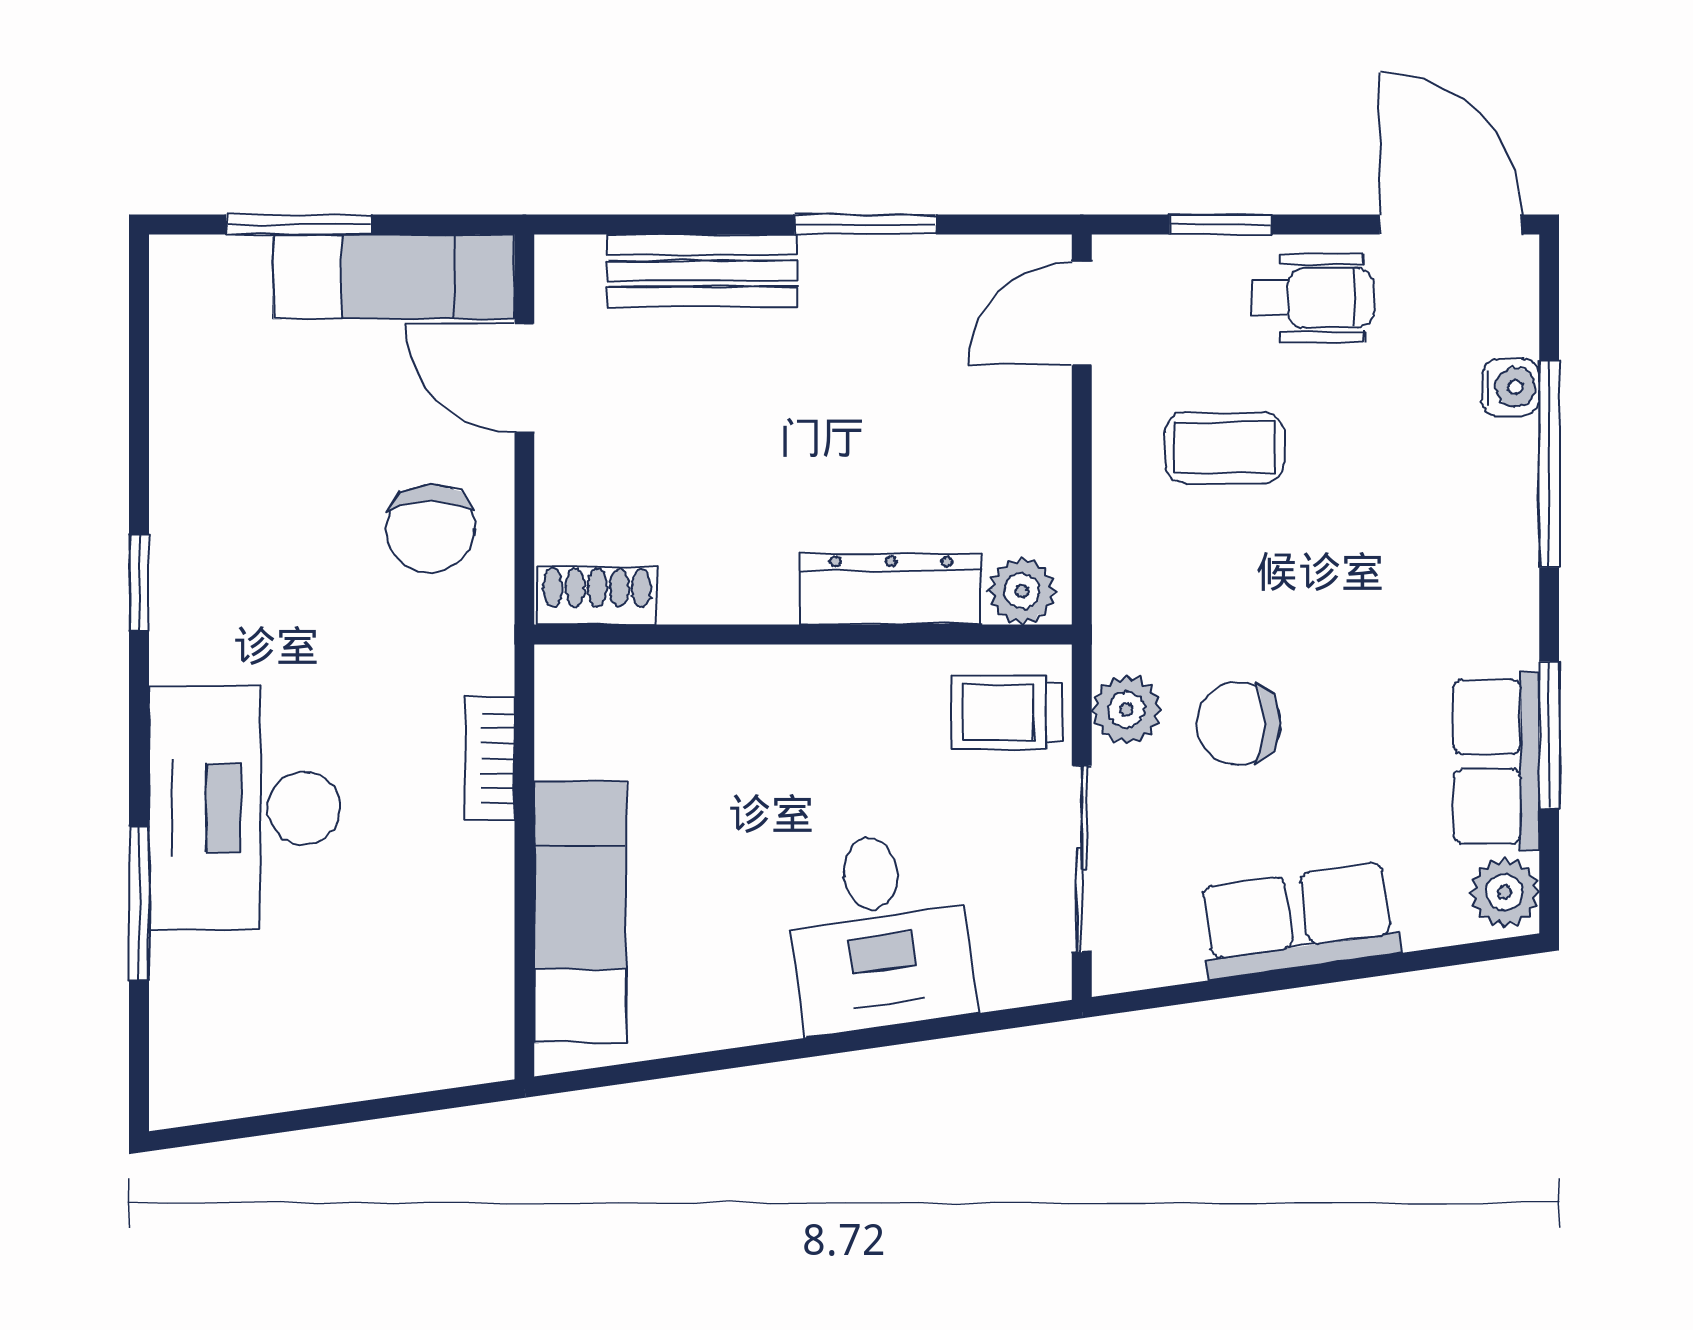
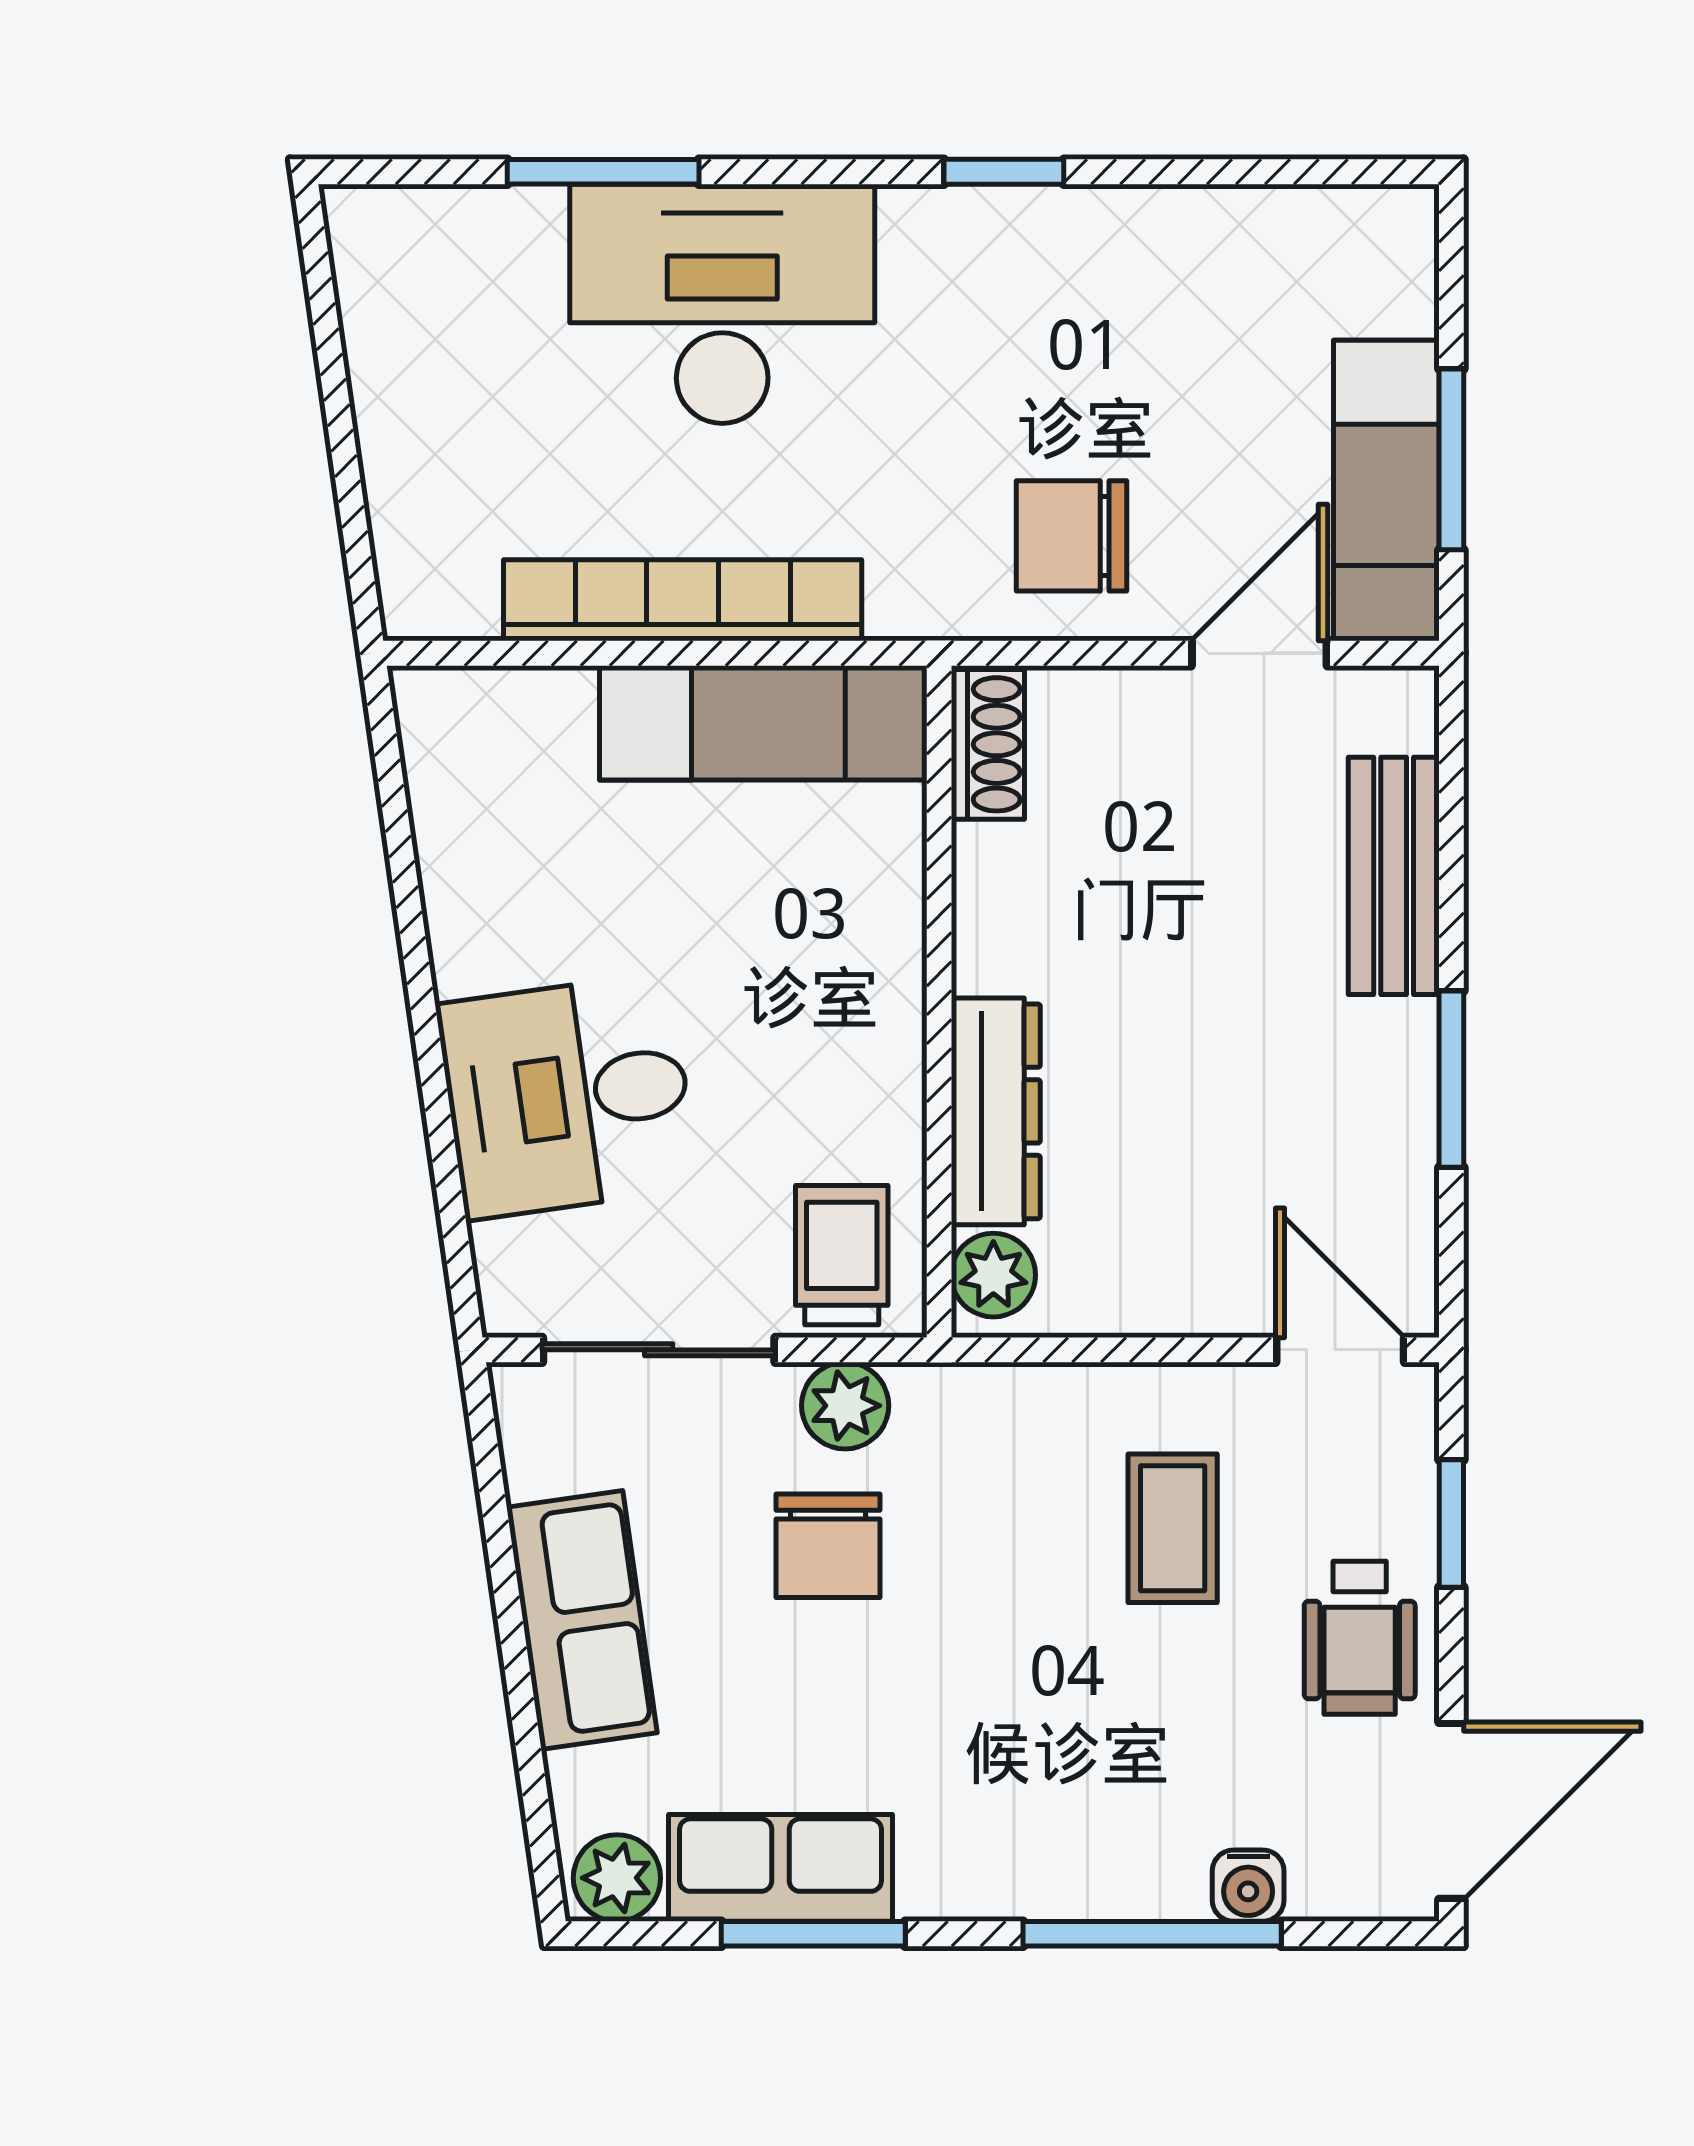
window: (299, 225) -> (1451, 459), moved
chair: (1239, 723) -> (828, 1546), turned 180
bookcase: (490, 758) -> (683, 600), width x2.31, depth x1.31
exam couch: (580, 912) -> (763, 723), moved

